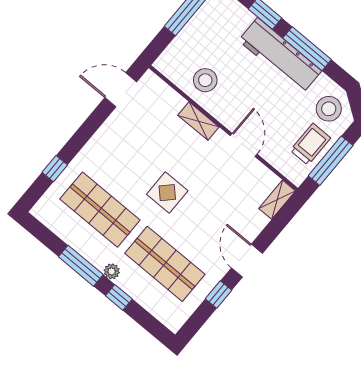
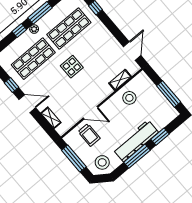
shelving: (198, 121) -> (120, 80), moved
trolley: (310, 144) -> (89, 135), moved
shelving: (277, 200) -> (51, 118), moved

